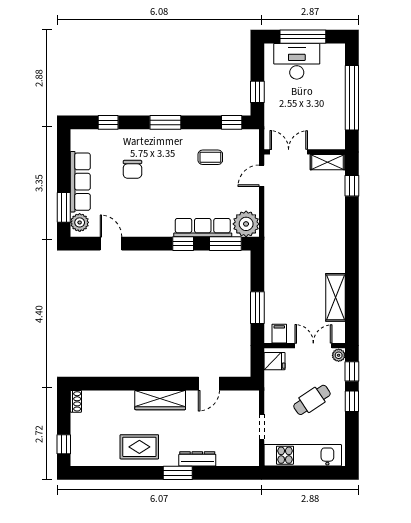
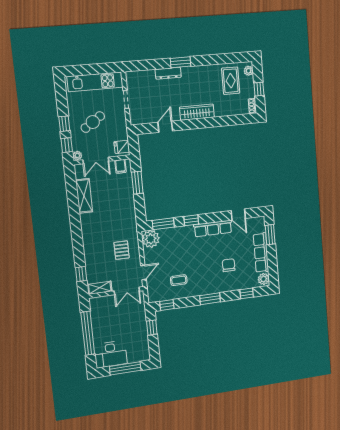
desk: (297, 61) -> (111, 354), moved
pallet: (290, 213) -> (122, 250), added
plant: (80, 222) -> (264, 279), moved
row of seats: (203, 228) -> (213, 228), moved
window: (64, 444) -> (259, 89), moved
rug: (139, 447) -> (231, 81), moved, turned 90
plant: (78, 453) -> (248, 71), added

